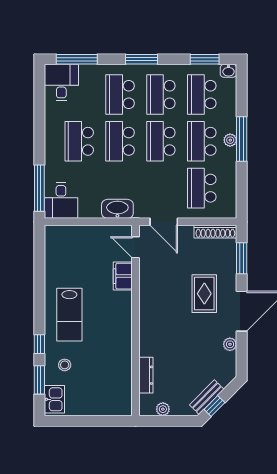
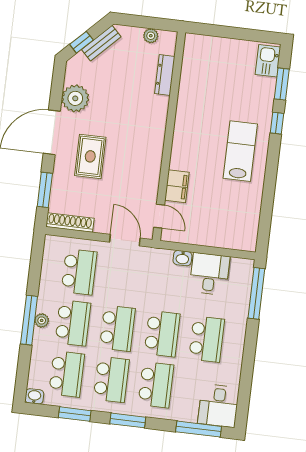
window: (205, 59) -> (75, 414), moved
desk: (61, 201) -> (210, 274), moved
washbasin: (117, 209) -> (182, 258), width x0.52, depth x0.69
plant: (230, 344) -> (75, 98), width x1.87, depth x1.87
stool: (65, 365) -> (252, 97), removed
window: (214, 406) -> (81, 42), moved

